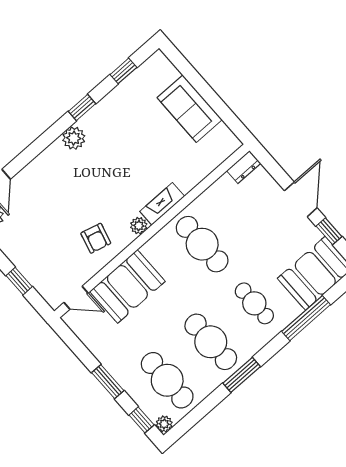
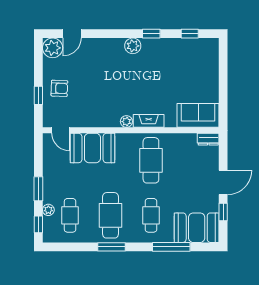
sofa: (190, 109) -> (198, 115), moved, turned 90
armchair: (96, 238) -> (59, 88), moved, turned -103
cafe table: (167, 380) -> (70, 215), width x0.73, depth x0.74
plant: (164, 424) -> (48, 210), moved

